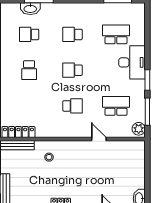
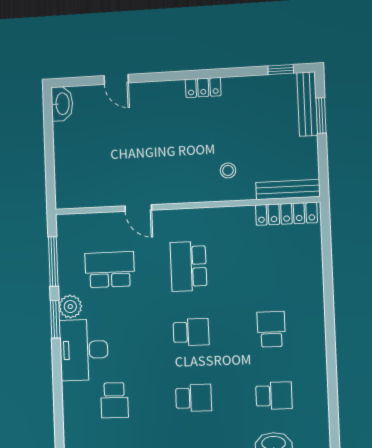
school desk: (116, 34) -> (114, 400), width x0.54
school desk: (73, 106) -> (188, 266), width x1.85
school desk: (116, 106) -> (110, 270), turned 180
plant: (139, 129) -> (70, 307), moved

